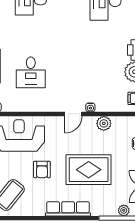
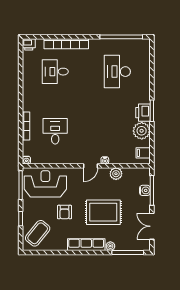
desk: (31, 72) -> (55, 131), turned 180
plant: (124, 210) -> (110, 246), moved

